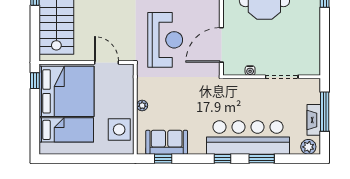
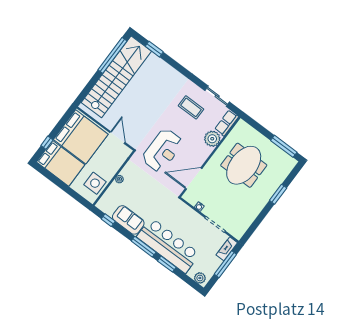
window: (35, 81) -> (47, 143), moved
fireplace: (314, 120) -> (227, 249), moved
bed: (66, 130) -> (61, 163), width x1.50
sofa: (167, 142) -> (128, 220), moved
window: (223, 159) -> (144, 247), width x2.17

